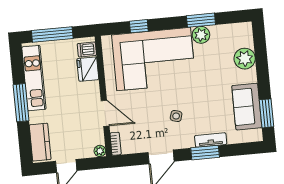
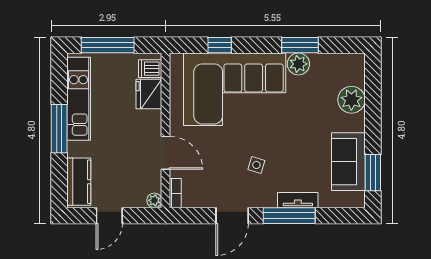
window: (205, 153) -> (289, 216), width x1.44

